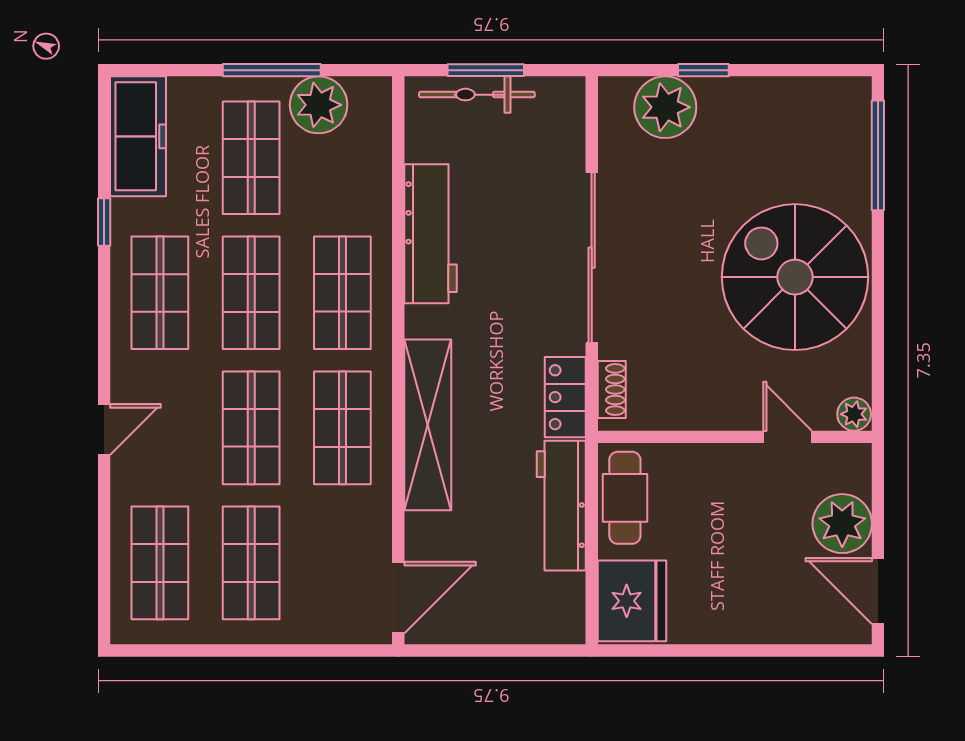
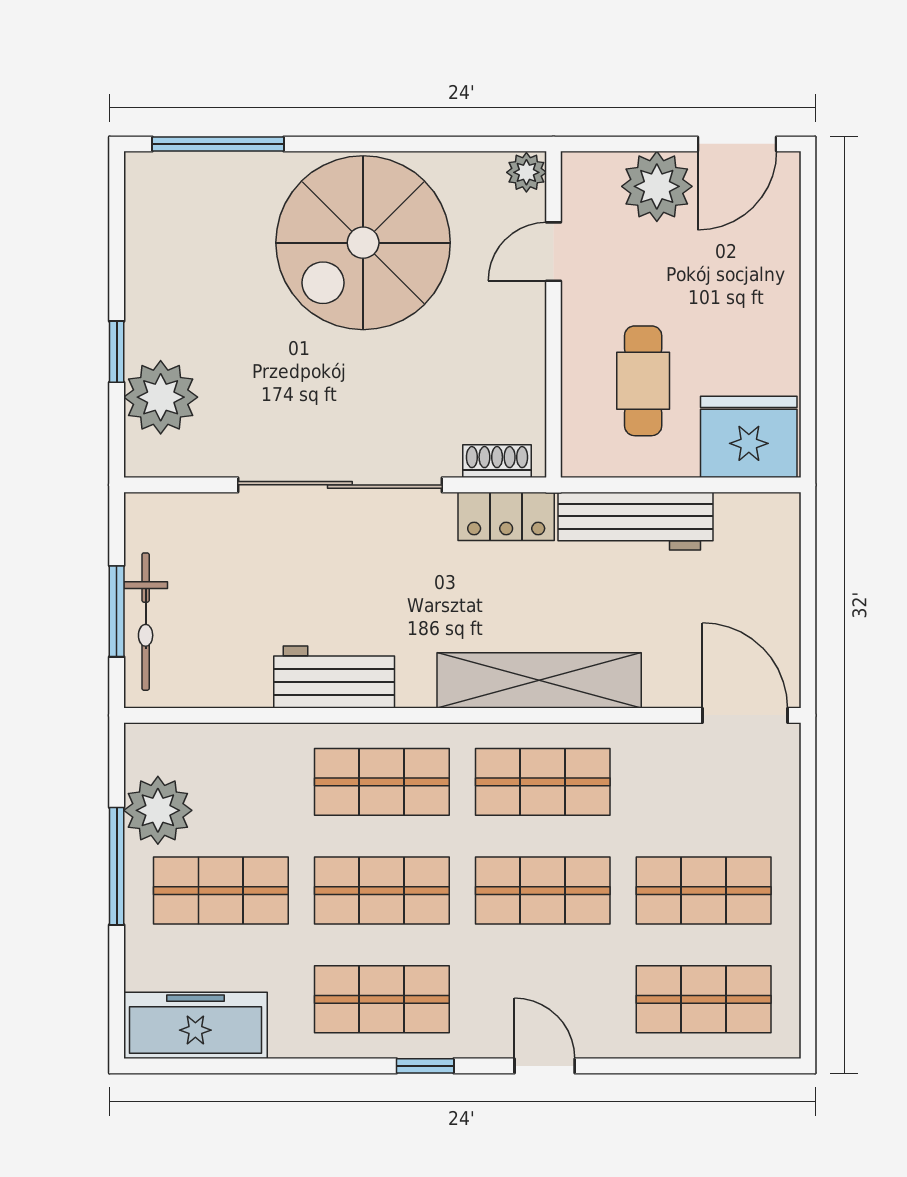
window: (104, 222) -> (425, 1066), moved
workbench: (430, 234) -> (334, 677), width x0.73
cafe table: (625, 498) -> (643, 381), moved, turned 90

